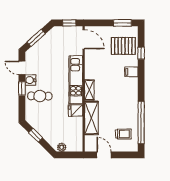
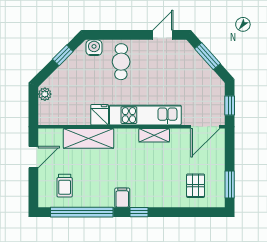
pallet: (123, 46) -> (196, 186), width x0.67, depth x0.71
window: (141, 53) -> (139, 212), moved
filing cabinet: (131, 72) -> (122, 198), moved
water cooler: (30, 80) -> (94, 48), moved
window: (22, 89) -> (132, 35), removed
shelving: (89, 90) -> (154, 135), moved

